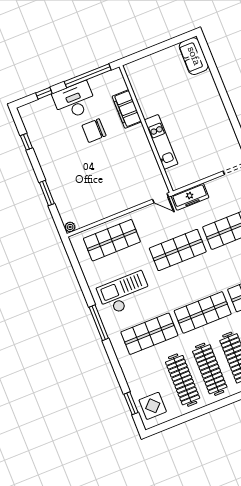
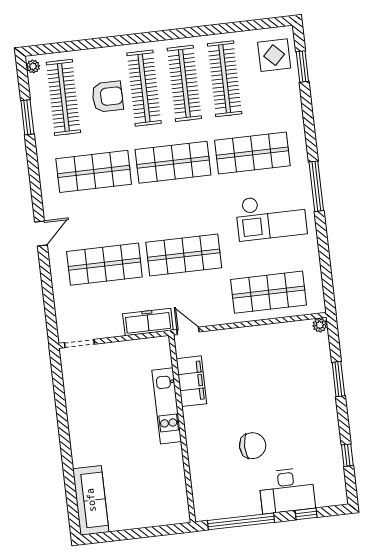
sofa: (194, 56) -> (91, 500), width x1.36
desk: (74, 101) -> (287, 491), moved
filing cabinet: (127, 109) -> (191, 381), moved

